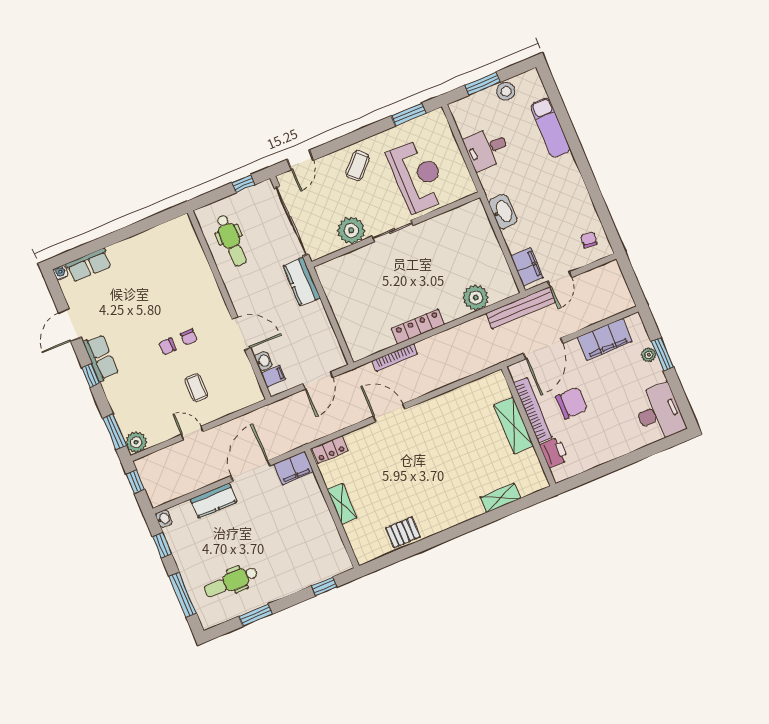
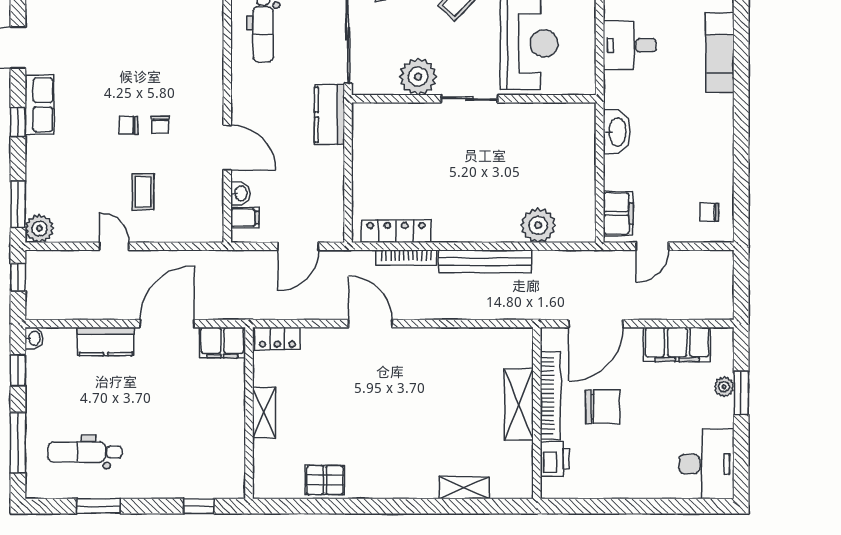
chair: (589, 240) -> (709, 212), turned -98
bench: (520, 308) -> (485, 261), moved
locker: (418, 326) -> (396, 231), moved

